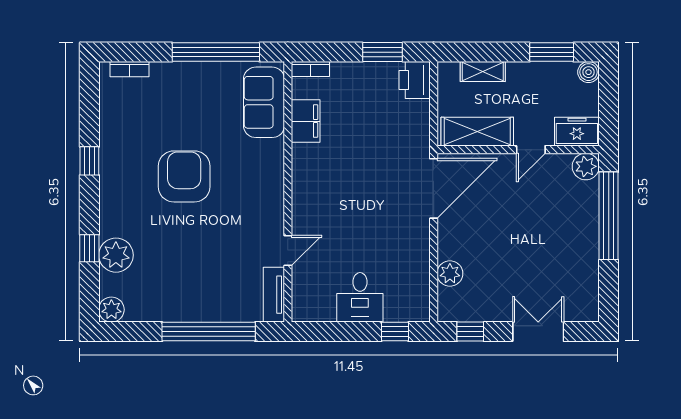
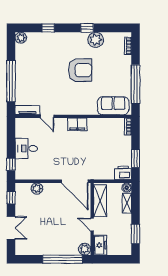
boiler: (589, 72) -> (127, 188), moved
filing cabinet: (306, 121) -> (77, 124), moved
plant: (116, 255) -> (96, 40), moved

